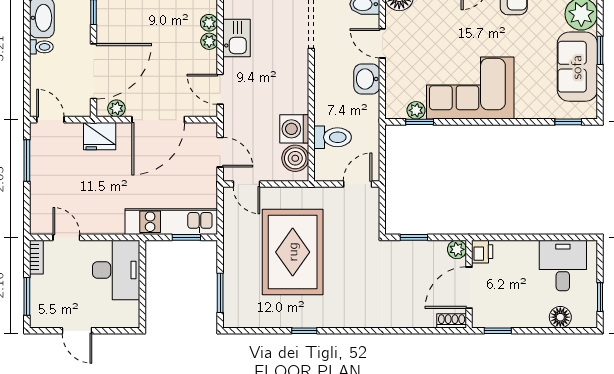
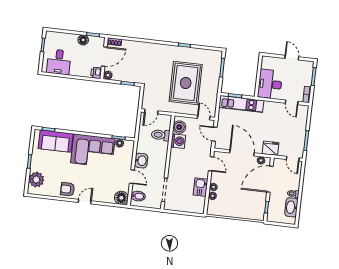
sofa: (577, 67) -> (56, 141), moved, turned 90
door: (158, 120) -> (242, 153), hinge flipped
floor lamp: (560, 317) -> (83, 40), moved

